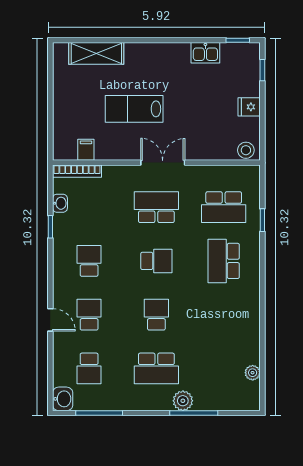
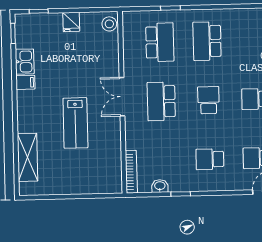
filing cabinet: (86, 150) -> (25, 82), moved, turned 180
school desk: (224, 261) -> (207, 41), turned 90

